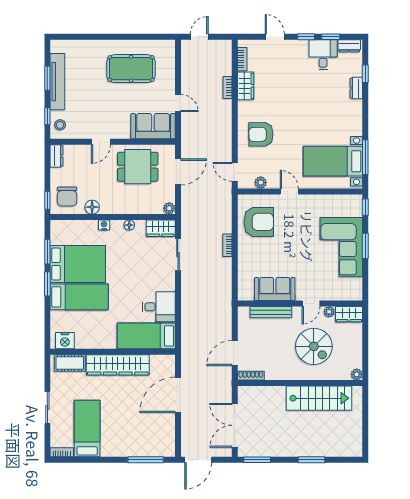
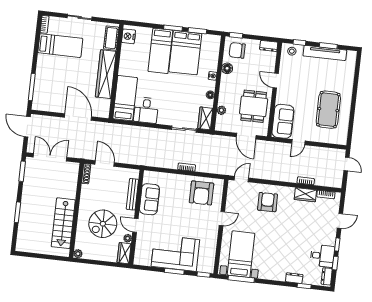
plant: (261, 183) -> (231, 198), removed
plant: (169, 208) -> (221, 110), moved

